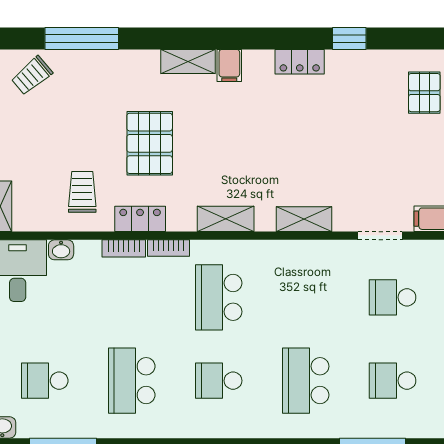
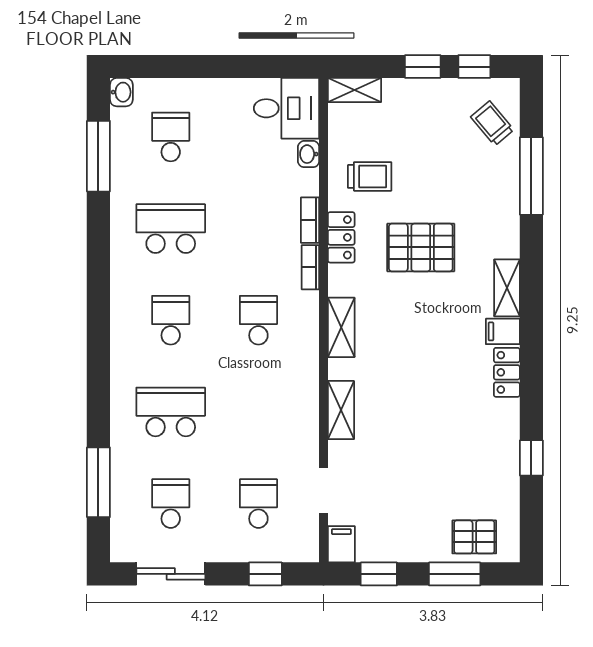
locker: (300, 62) -> (507, 372), moved
school desk: (219, 297) -> (258, 320), width x0.54

